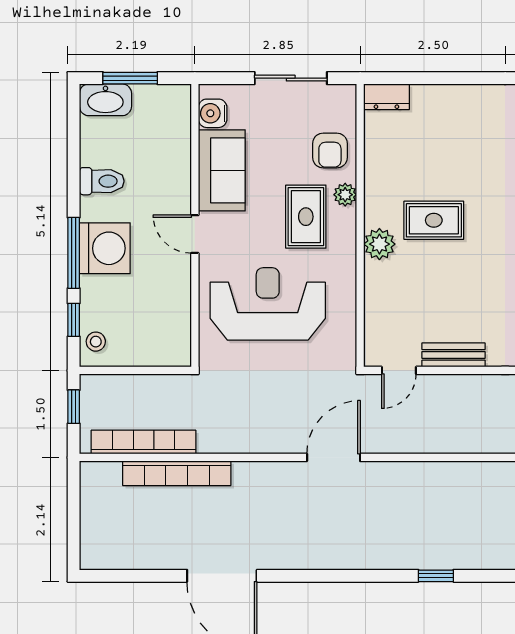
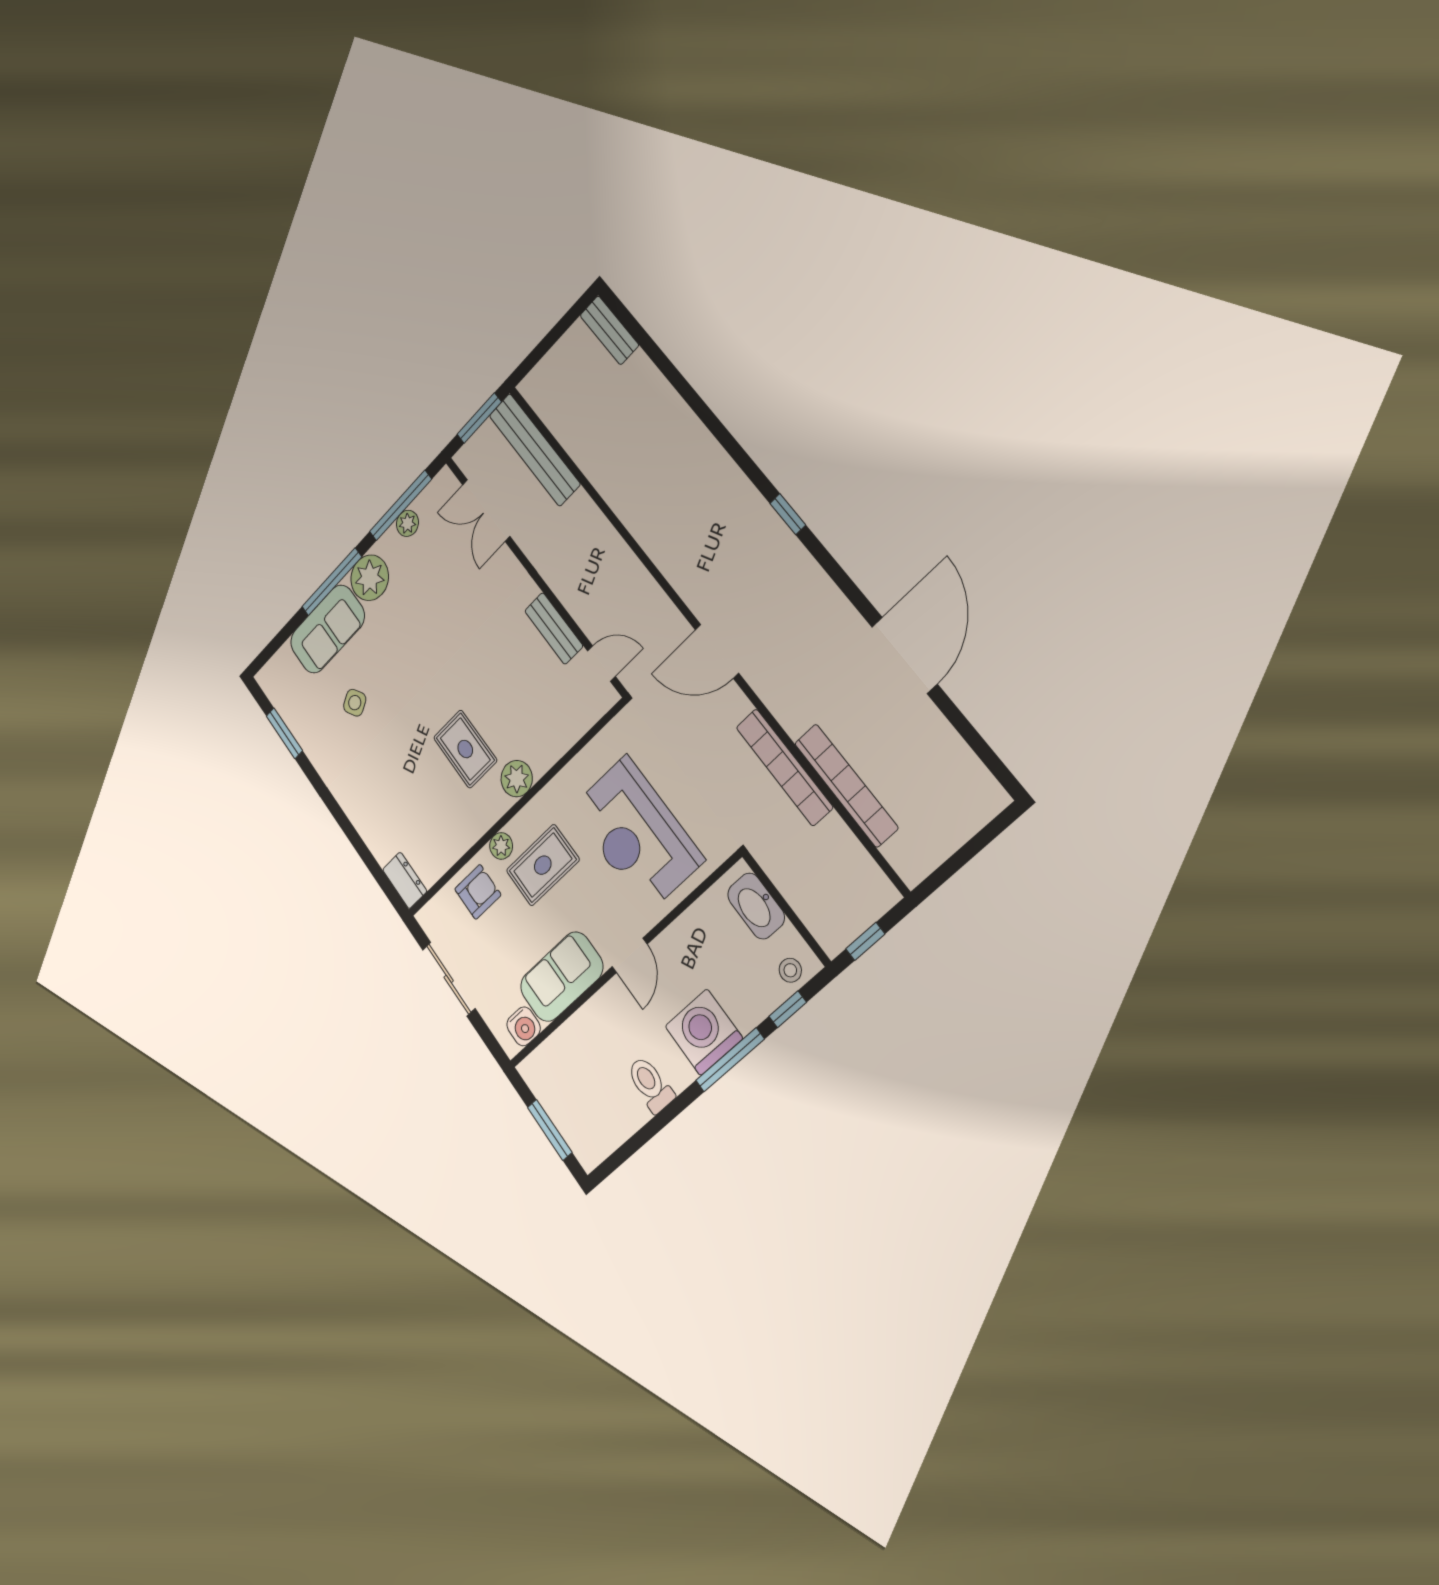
washbasin: (105, 100) -> (756, 906), moved, turned 180
bookcase: (144, 442) -> (784, 767), moved
window: (436, 576) -> (788, 514), moved

